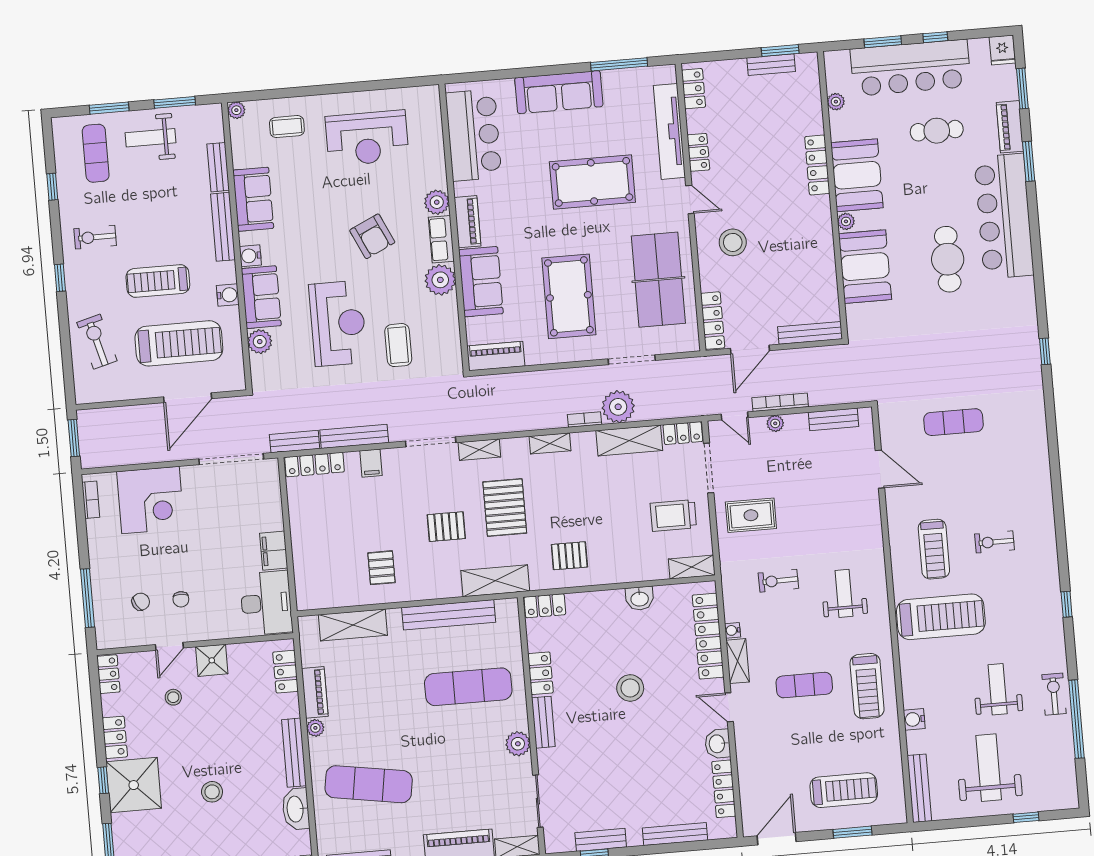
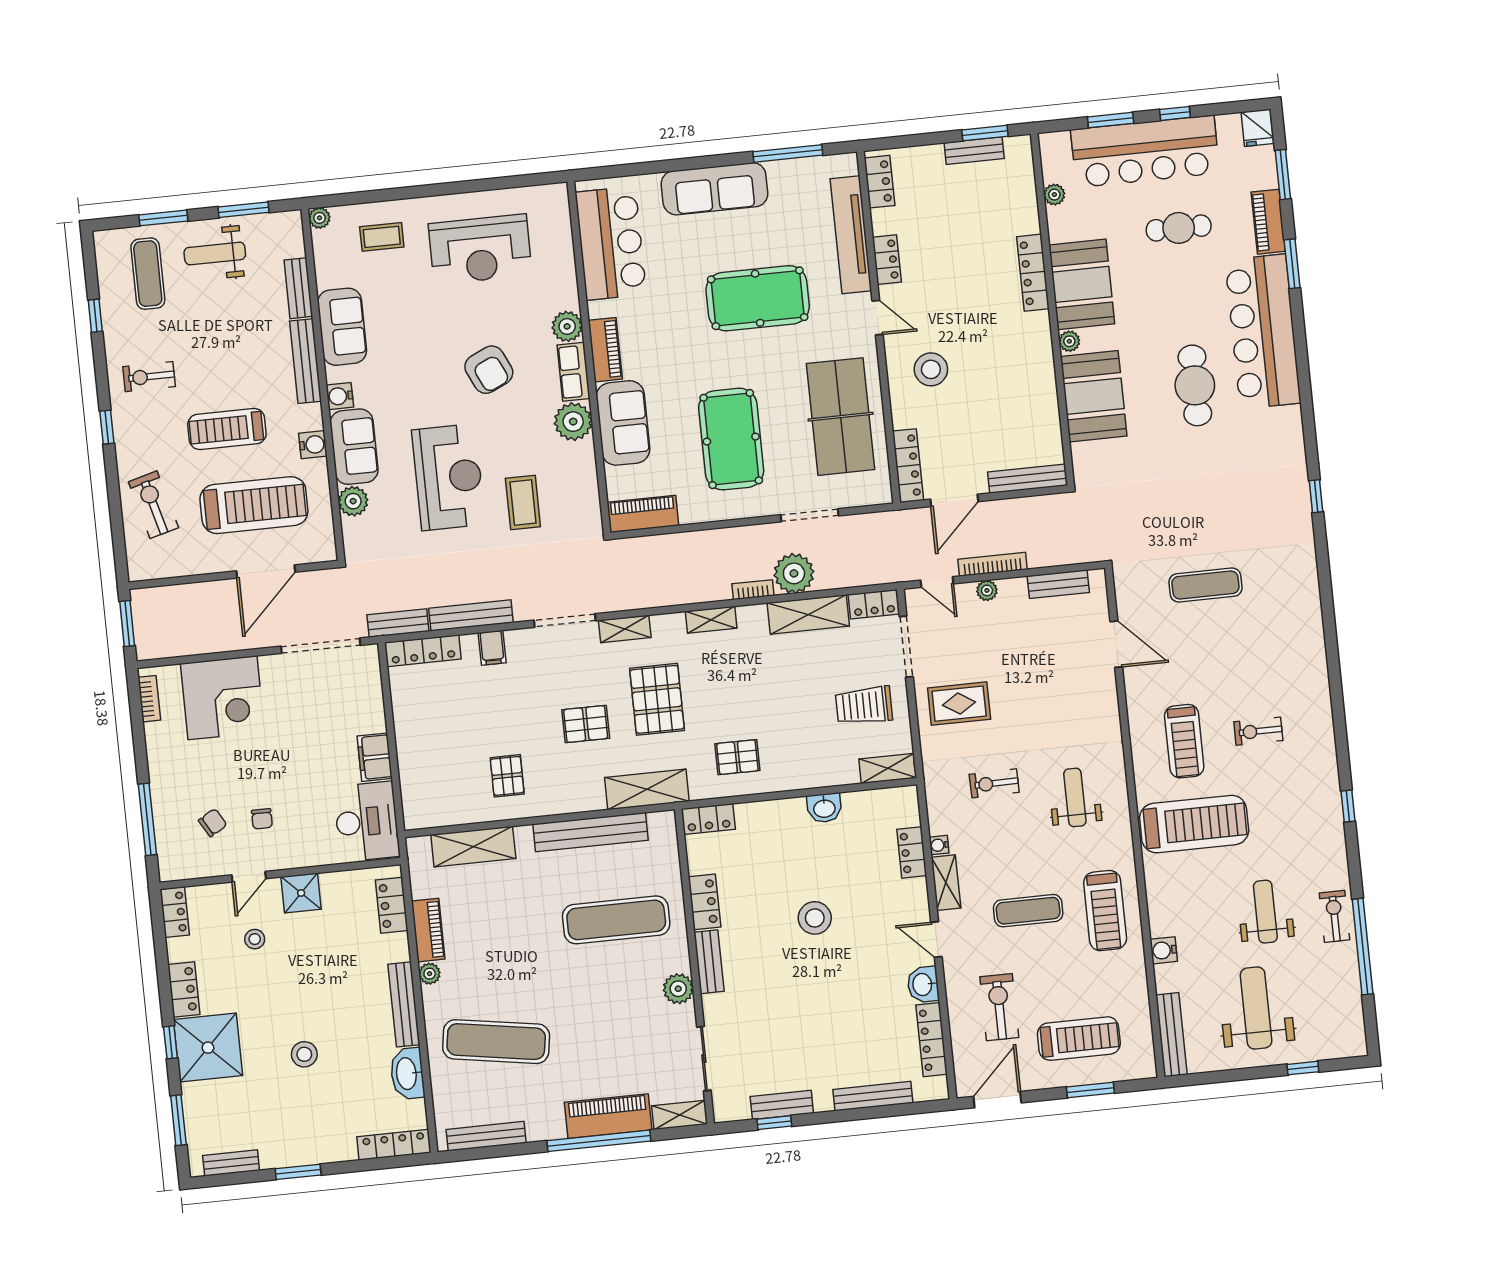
locker: (708, 636) -> (912, 852), width x0.46, depth x0.83
exercise bike: (779, 763) -> (999, 1007), added

